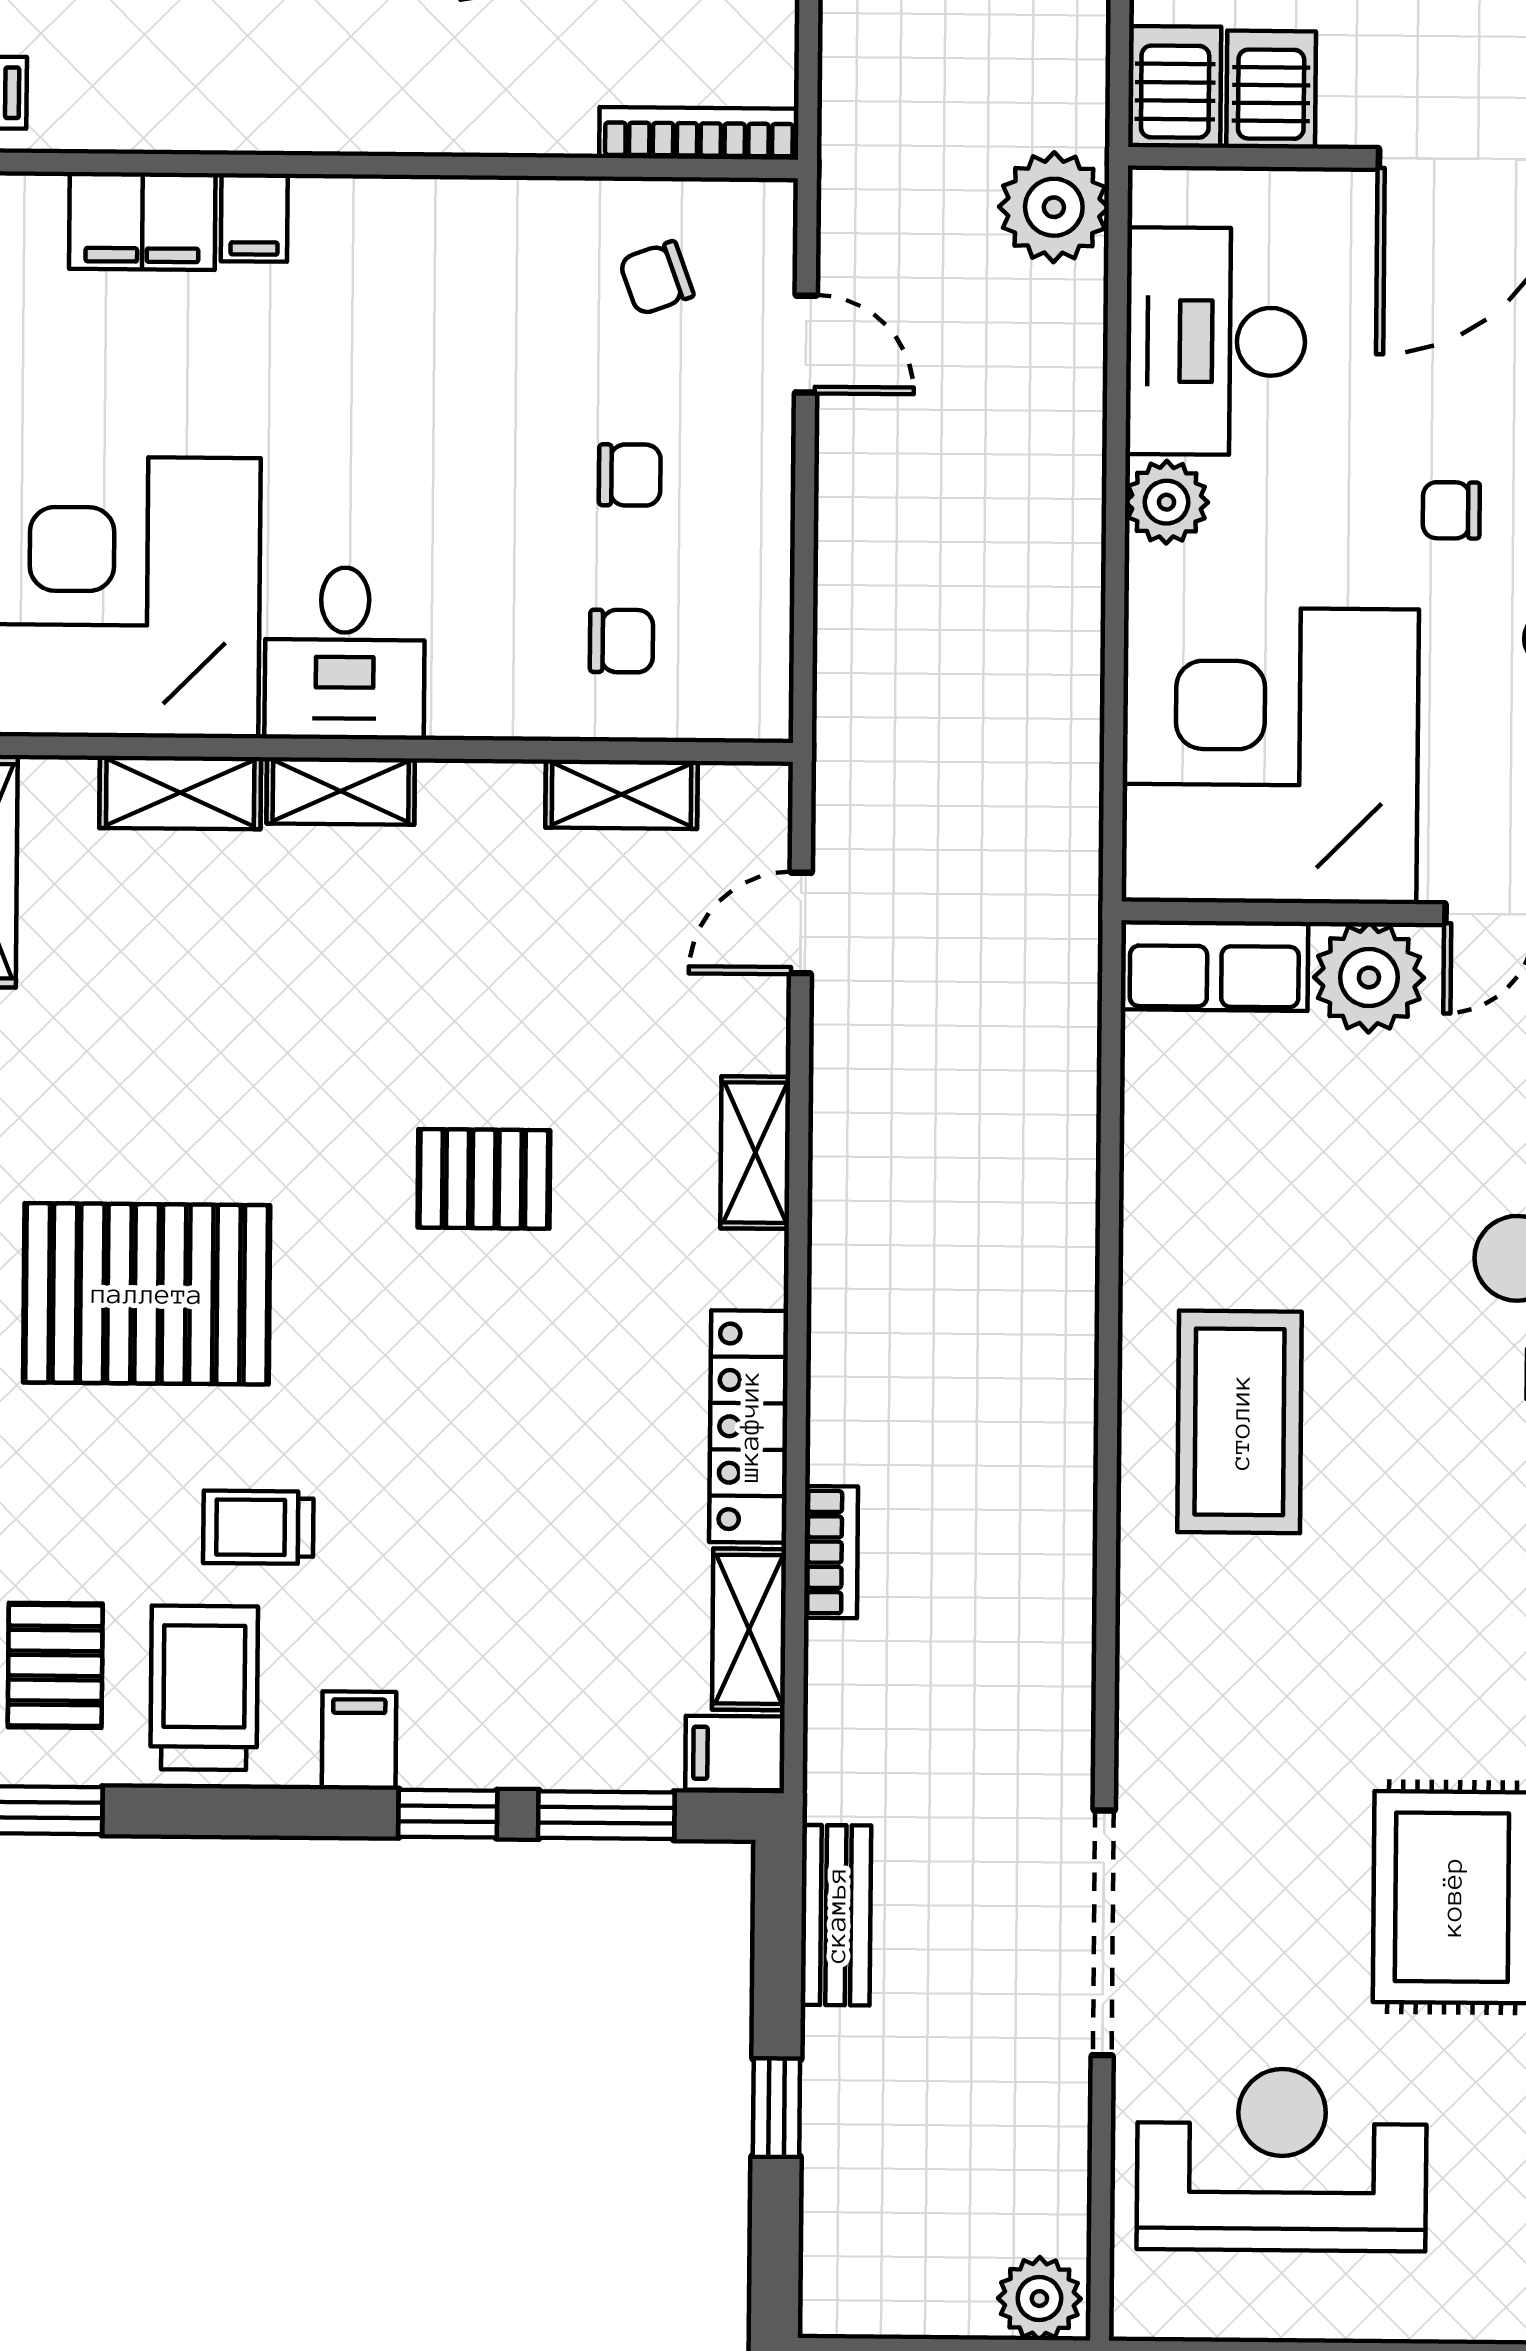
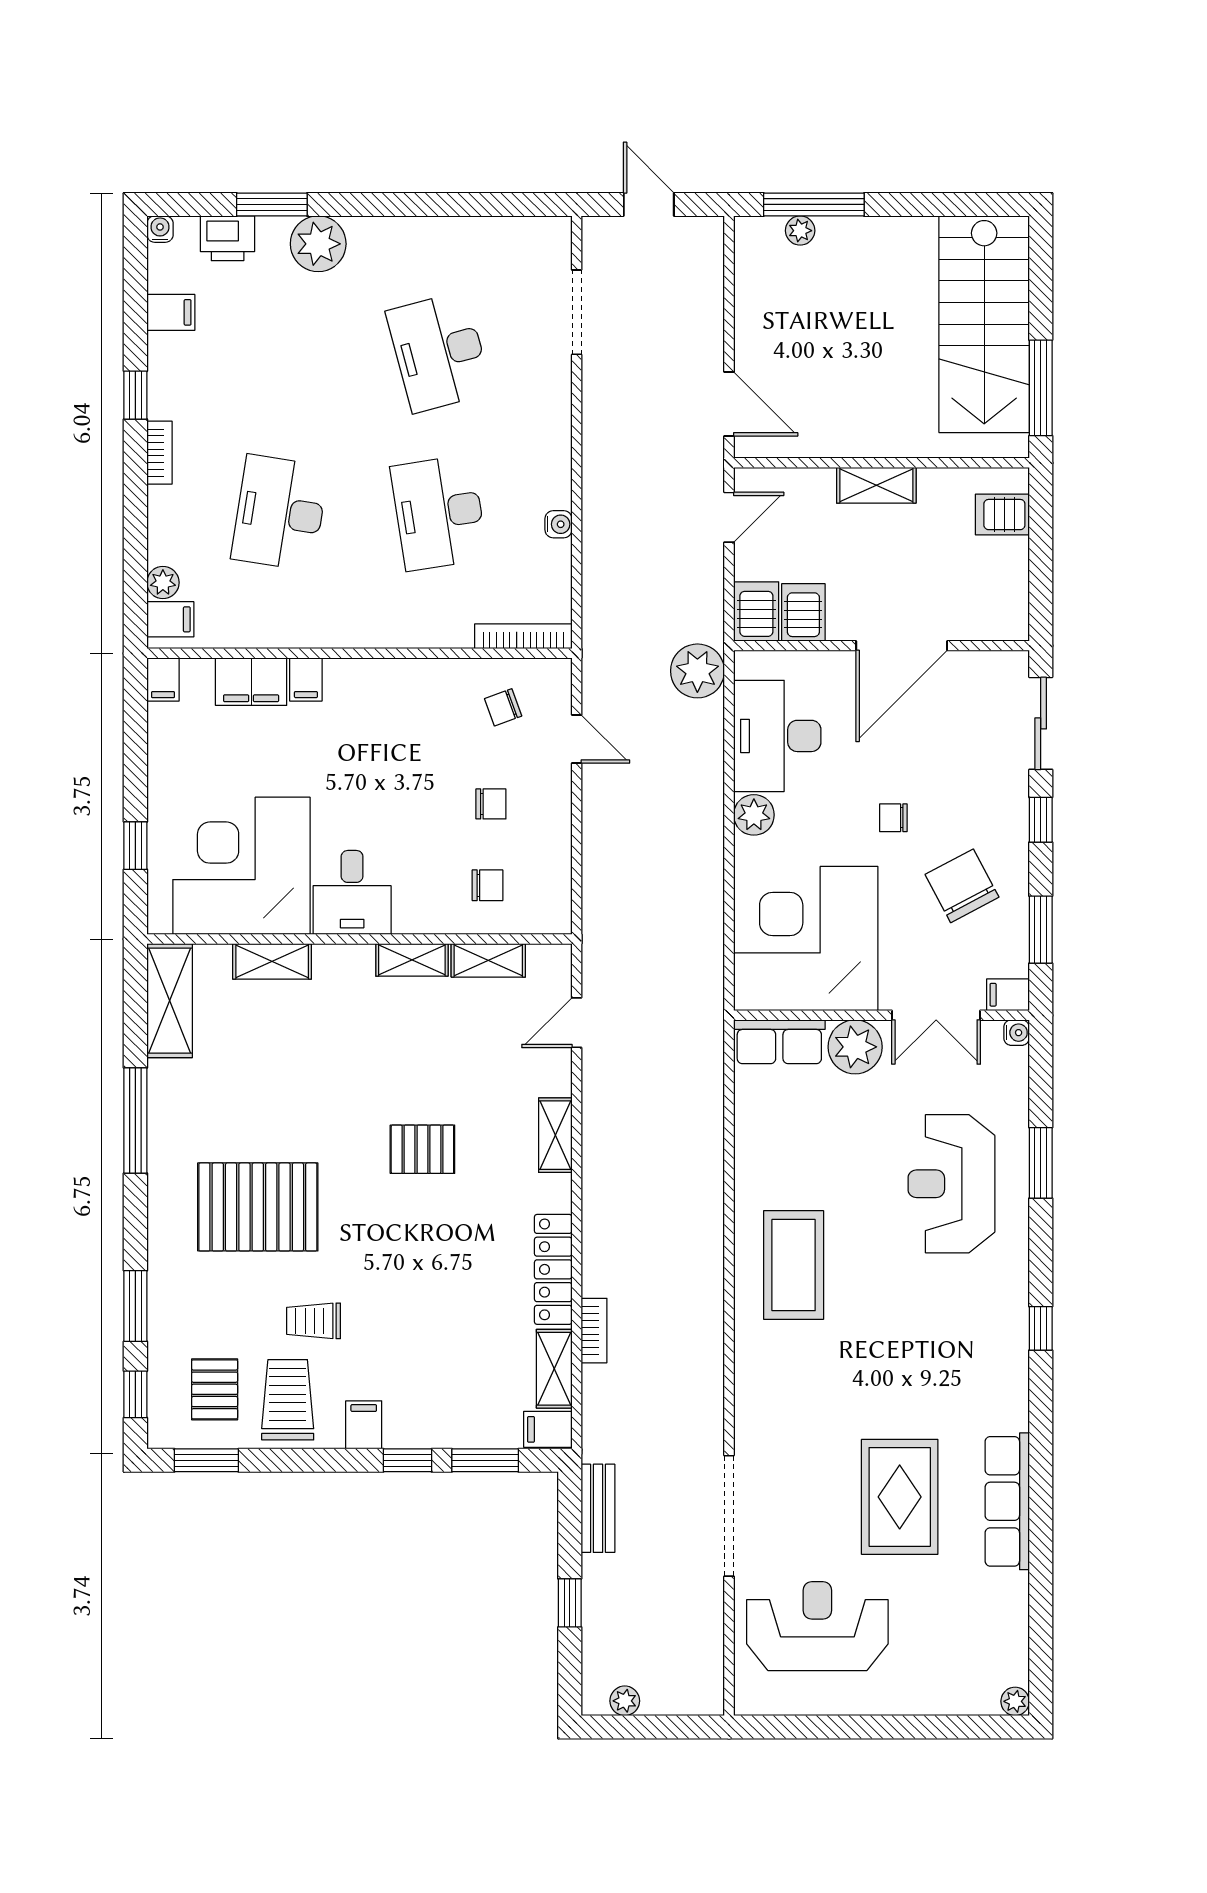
shelving: (341, 791) -> (412, 960), moved
plant: (1039, 2299) -> (625, 1701), moved, width x0.73, depth x0.73

